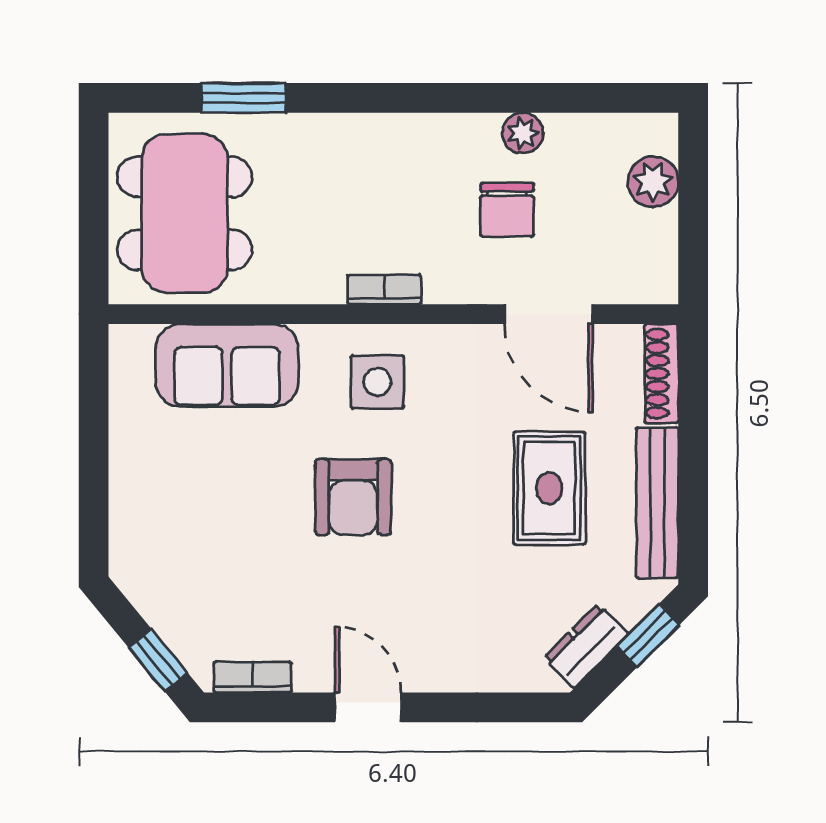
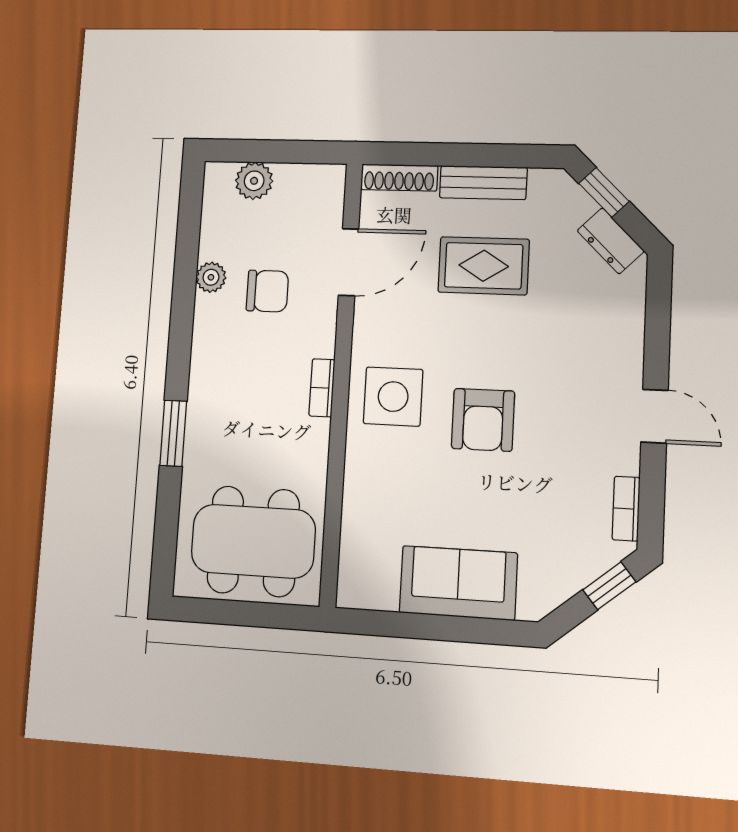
window: (243, 98) -> (173, 433), moved
sofa: (227, 365) -> (458, 583), moved, turned -90
side table: (377, 382) -> (393, 397), width x1.37, depth x1.37
armchair: (353, 497) -> (483, 420), turned 90
bench: (657, 503) -> (483, 183), width x0.73
door: (368, 707) -> (655, 416), swing flipped

